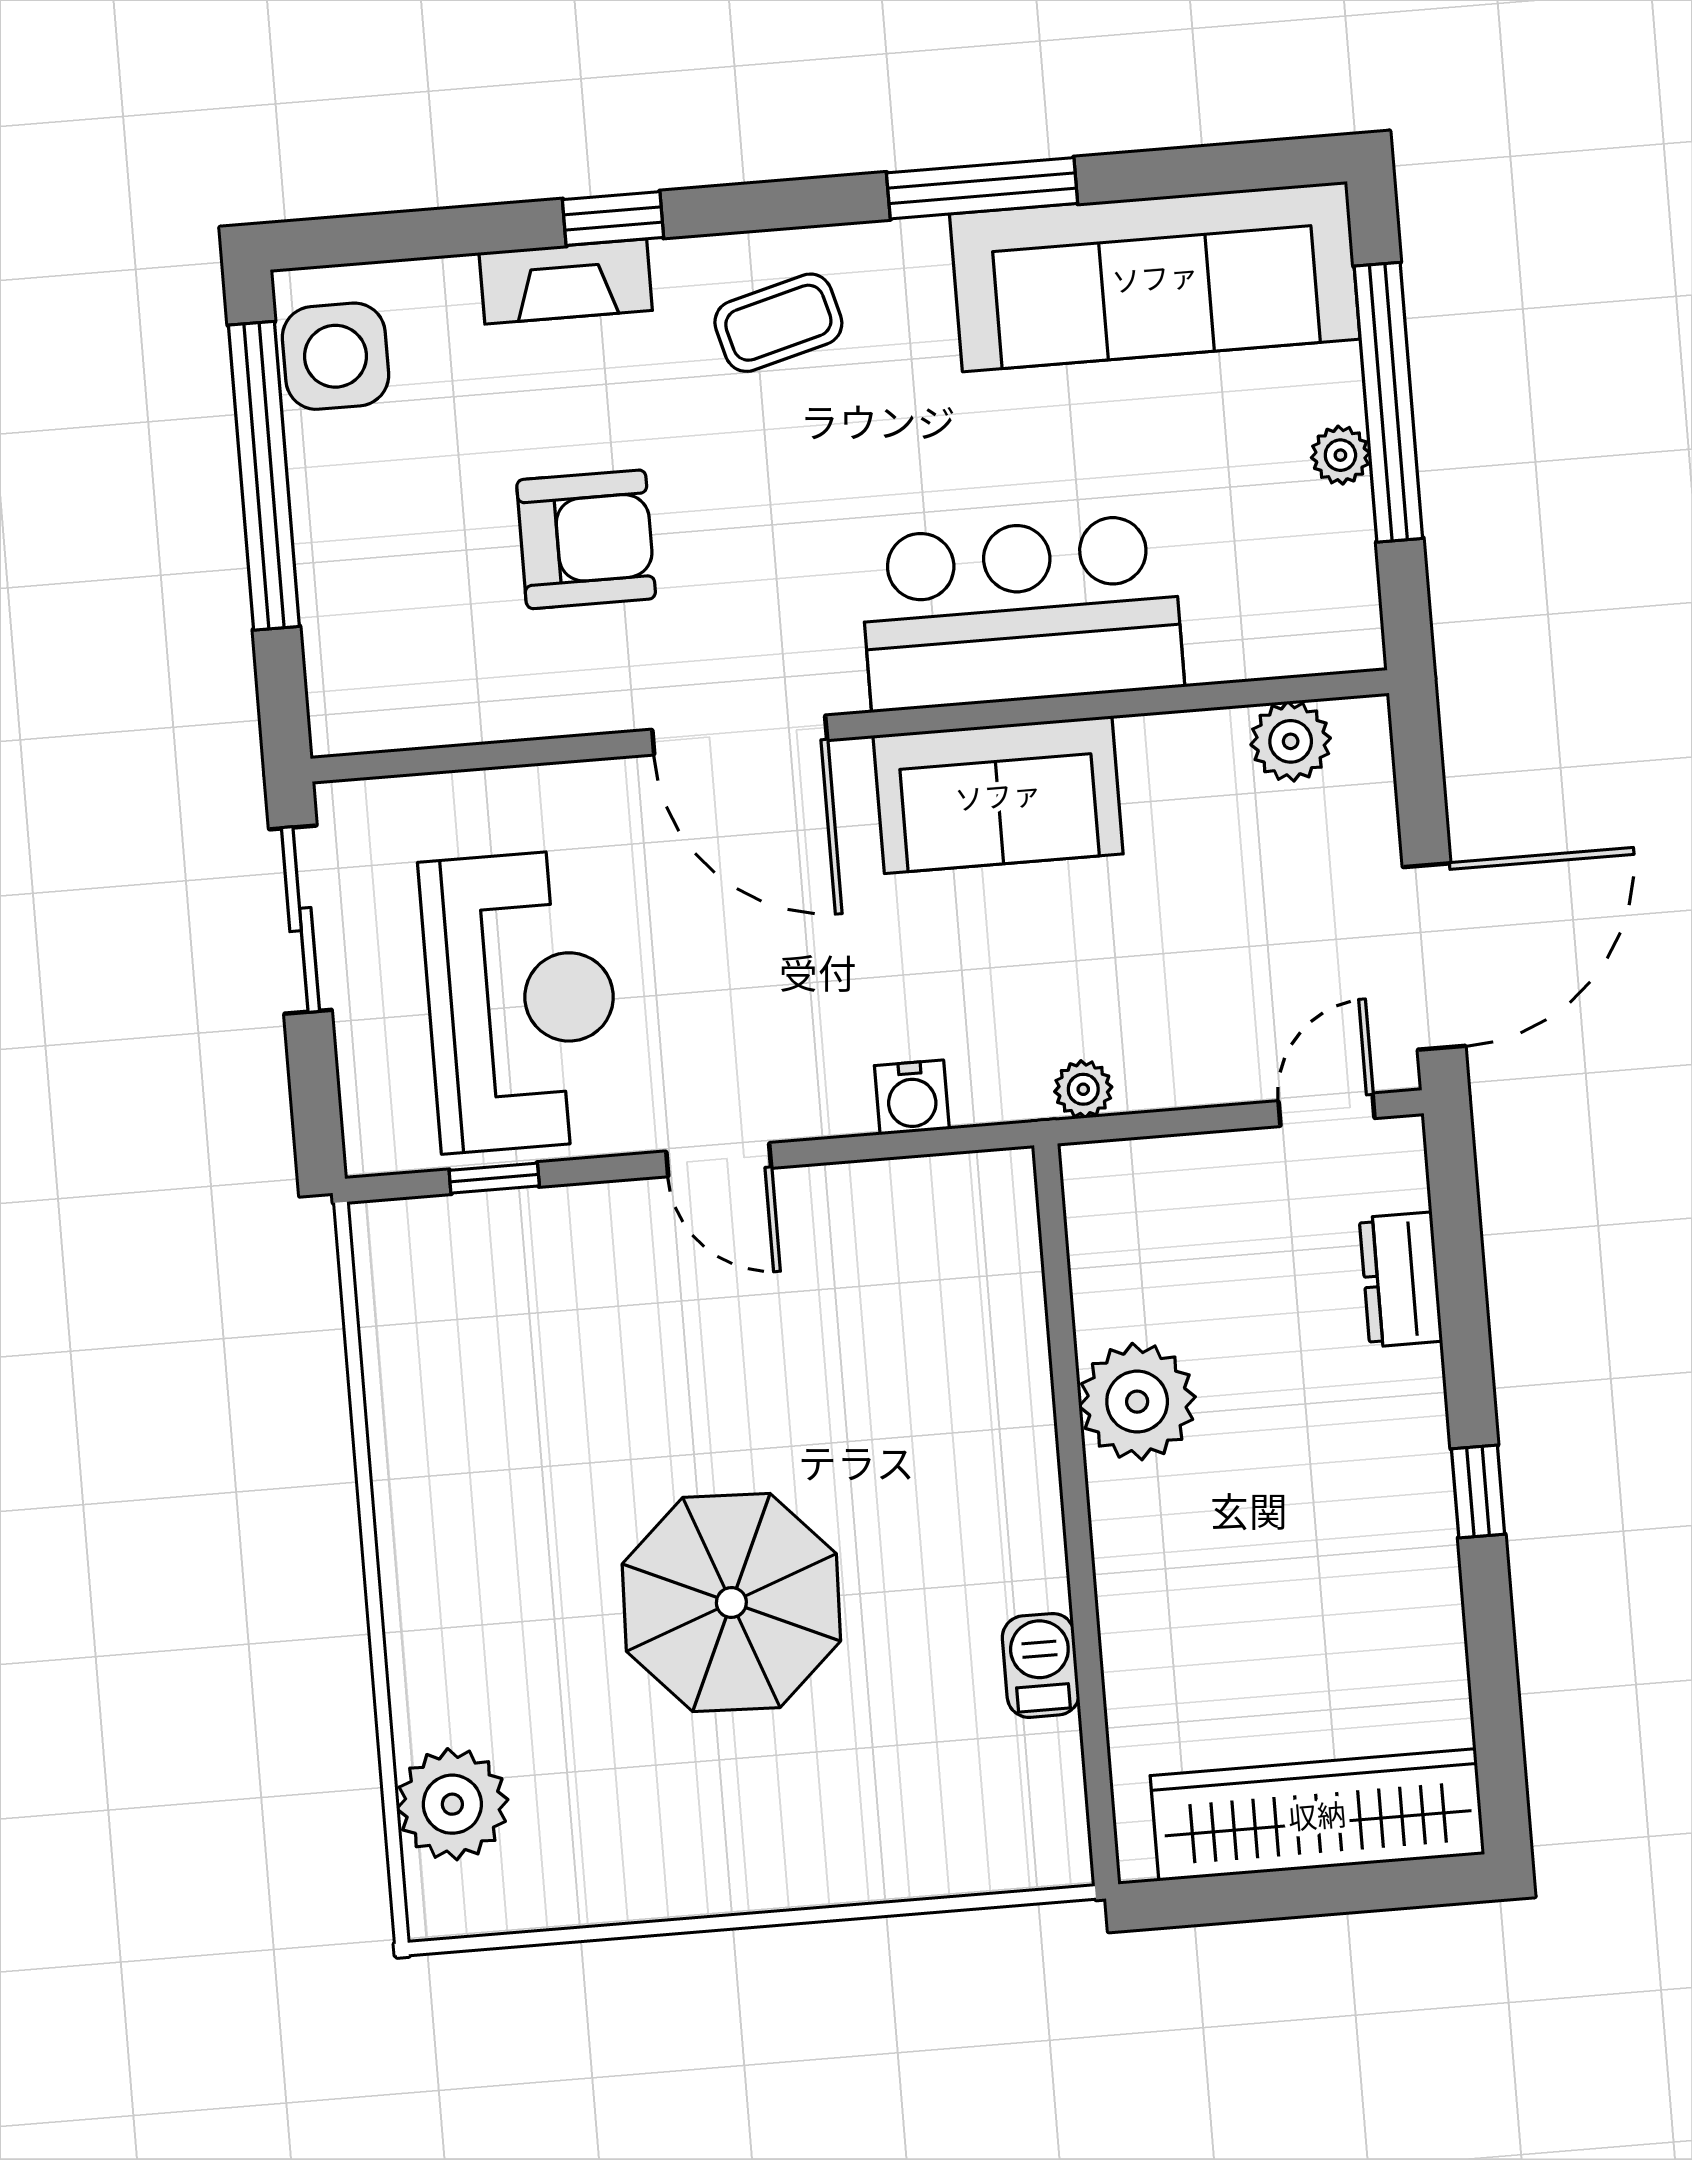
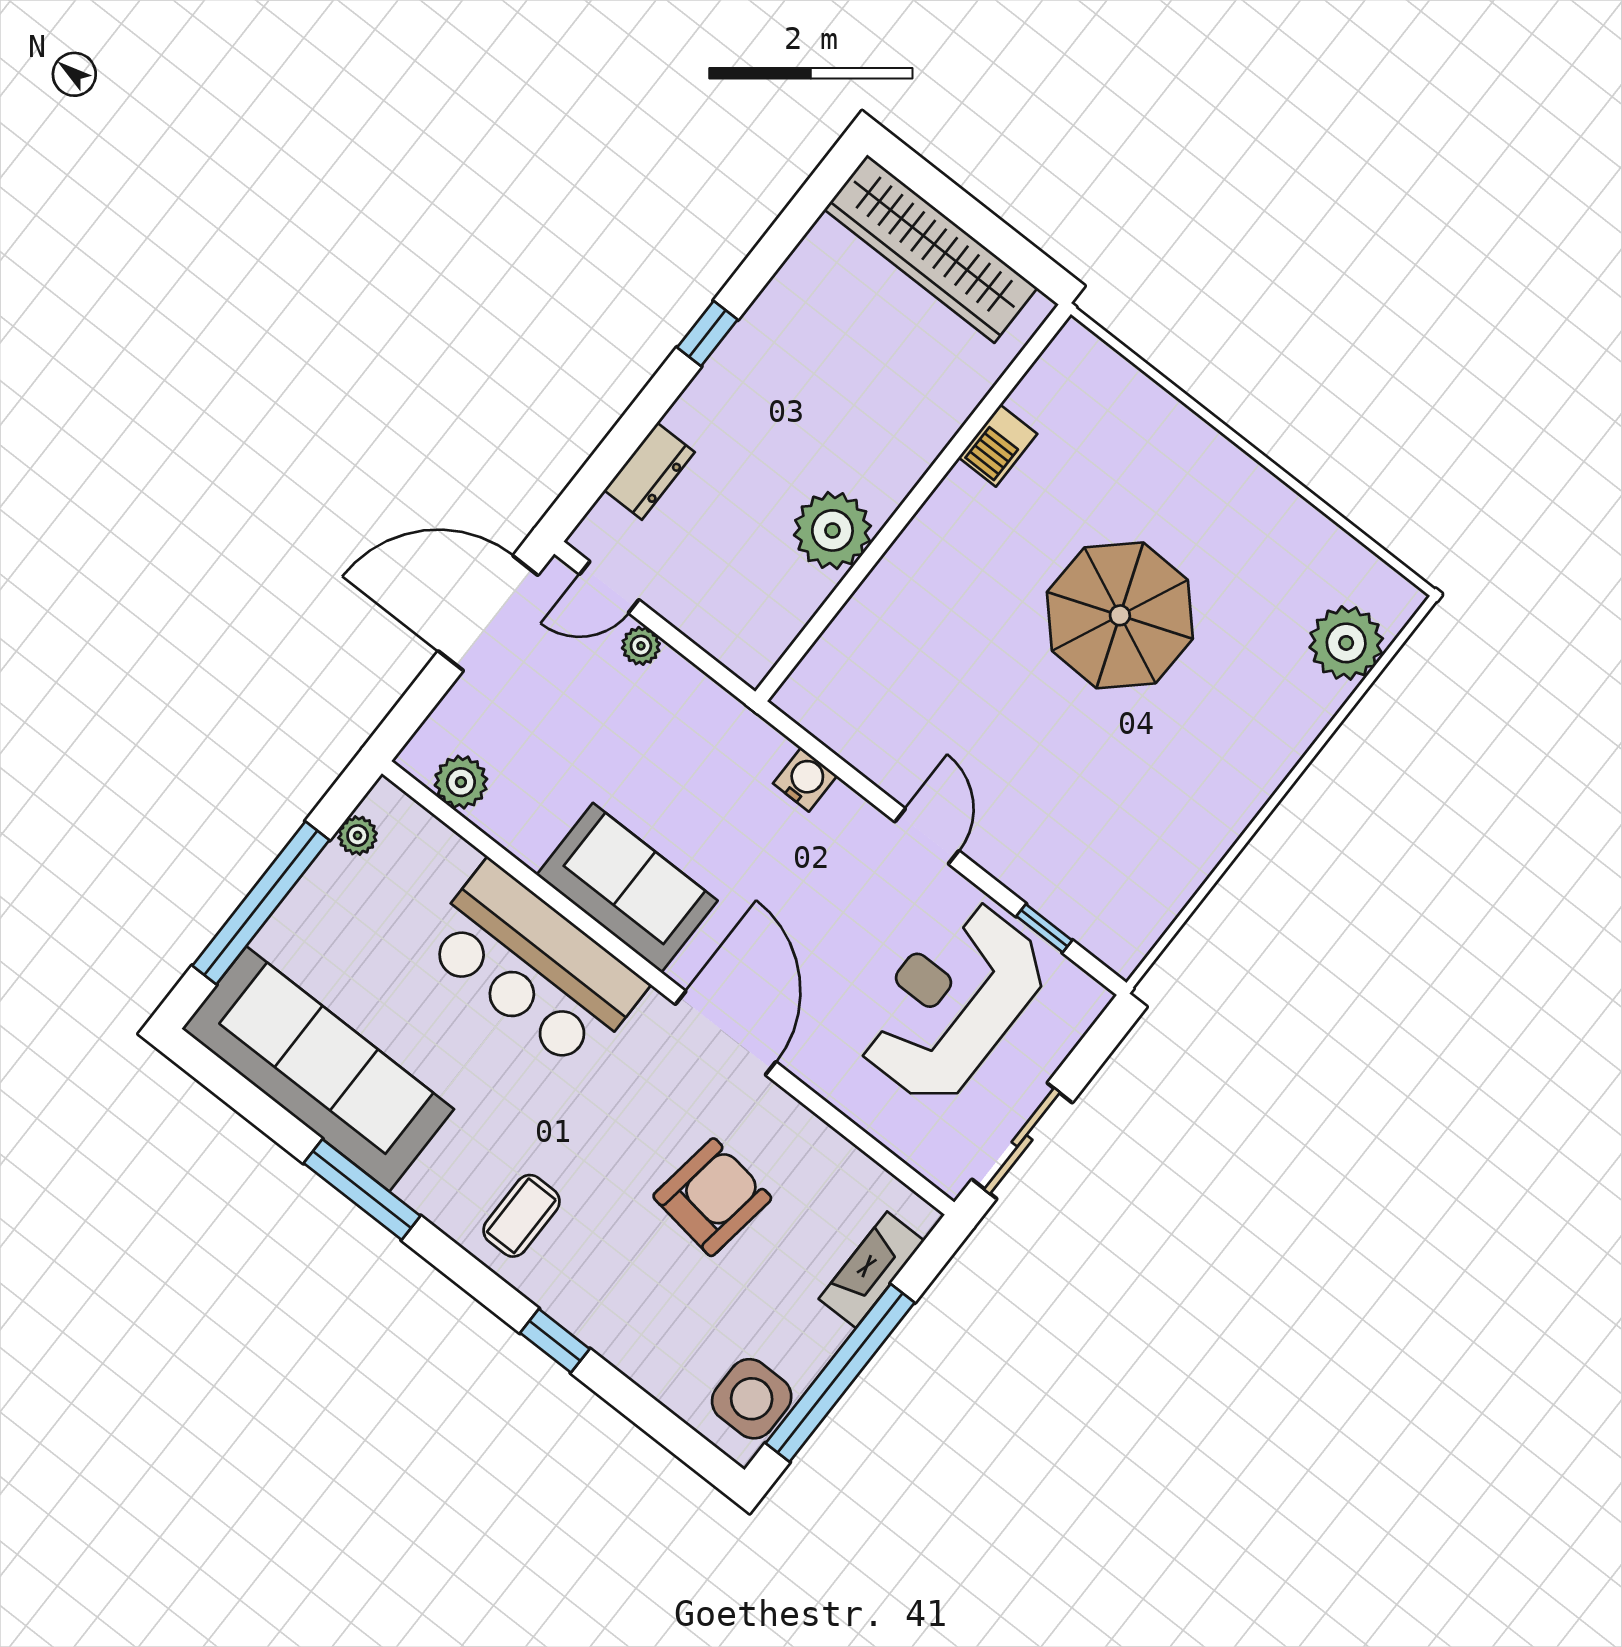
fireplace: (566, 282) -> (871, 1270), moved, turned -90
coffee table: (778, 323) -> (521, 1216), turned -75
plant: (1340, 455) -> (358, 836), moved
armchair: (586, 539) -> (712, 1197), turned 98
plant: (1083, 1089) -> (641, 646), moved

